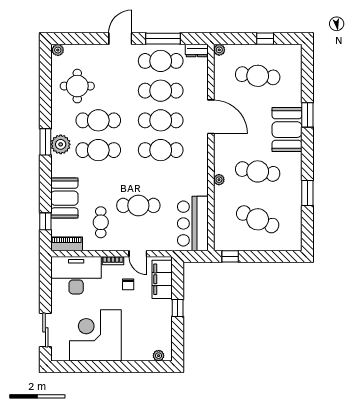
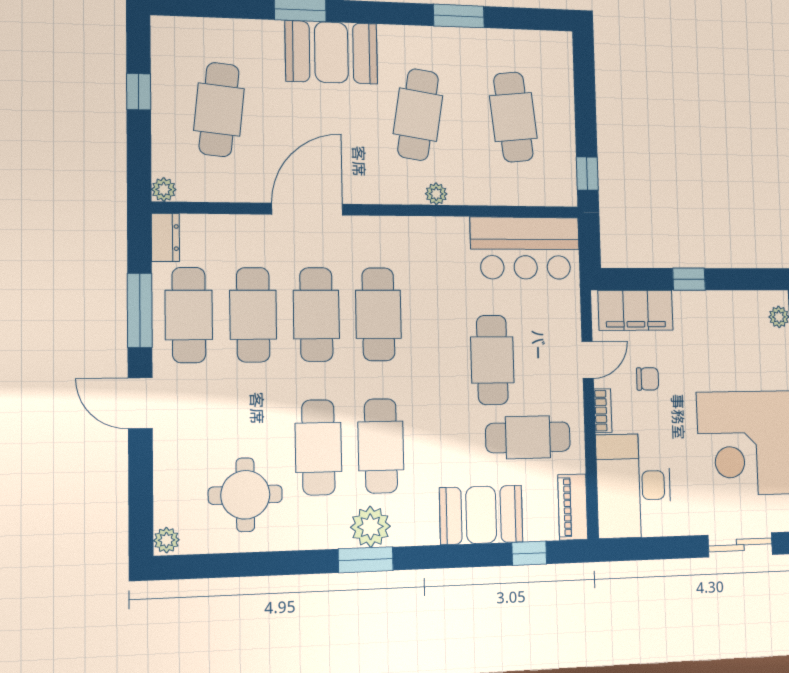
cafe table: (258, 219) -> (513, 117), turned -30
cafe table: (101, 222) -> (528, 437), width x1.37, depth x1.35

